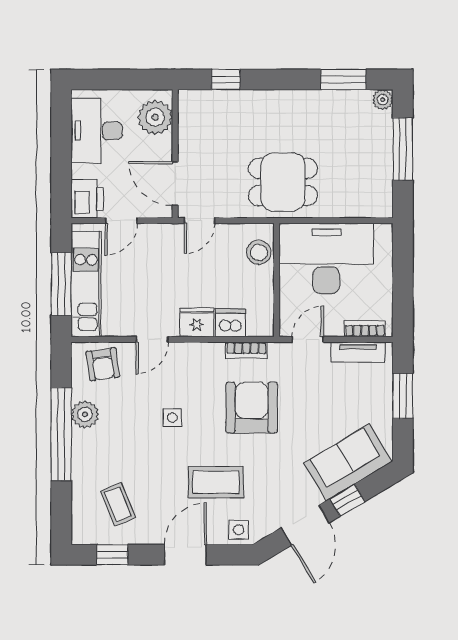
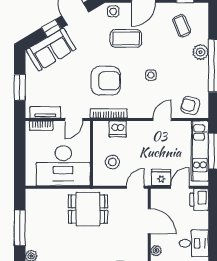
plant: (155, 117) -> (156, 251), width x0.53, depth x0.53
desk: (97, 131) -> (194, 243), width x0.73
door: (175, 184) -> (149, 221), moved
stool: (259, 252) -> (112, 162), moved
fridge: (197, 322) -> (161, 178), moved, turned 180
bookcase: (246, 350) -> (109, 113), width x1.56
armchair: (103, 364) -> (190, 105), turned -66
armchair: (252, 408) -> (106, 81), turned -90
plant: (85, 414) -> (201, 52), moved

